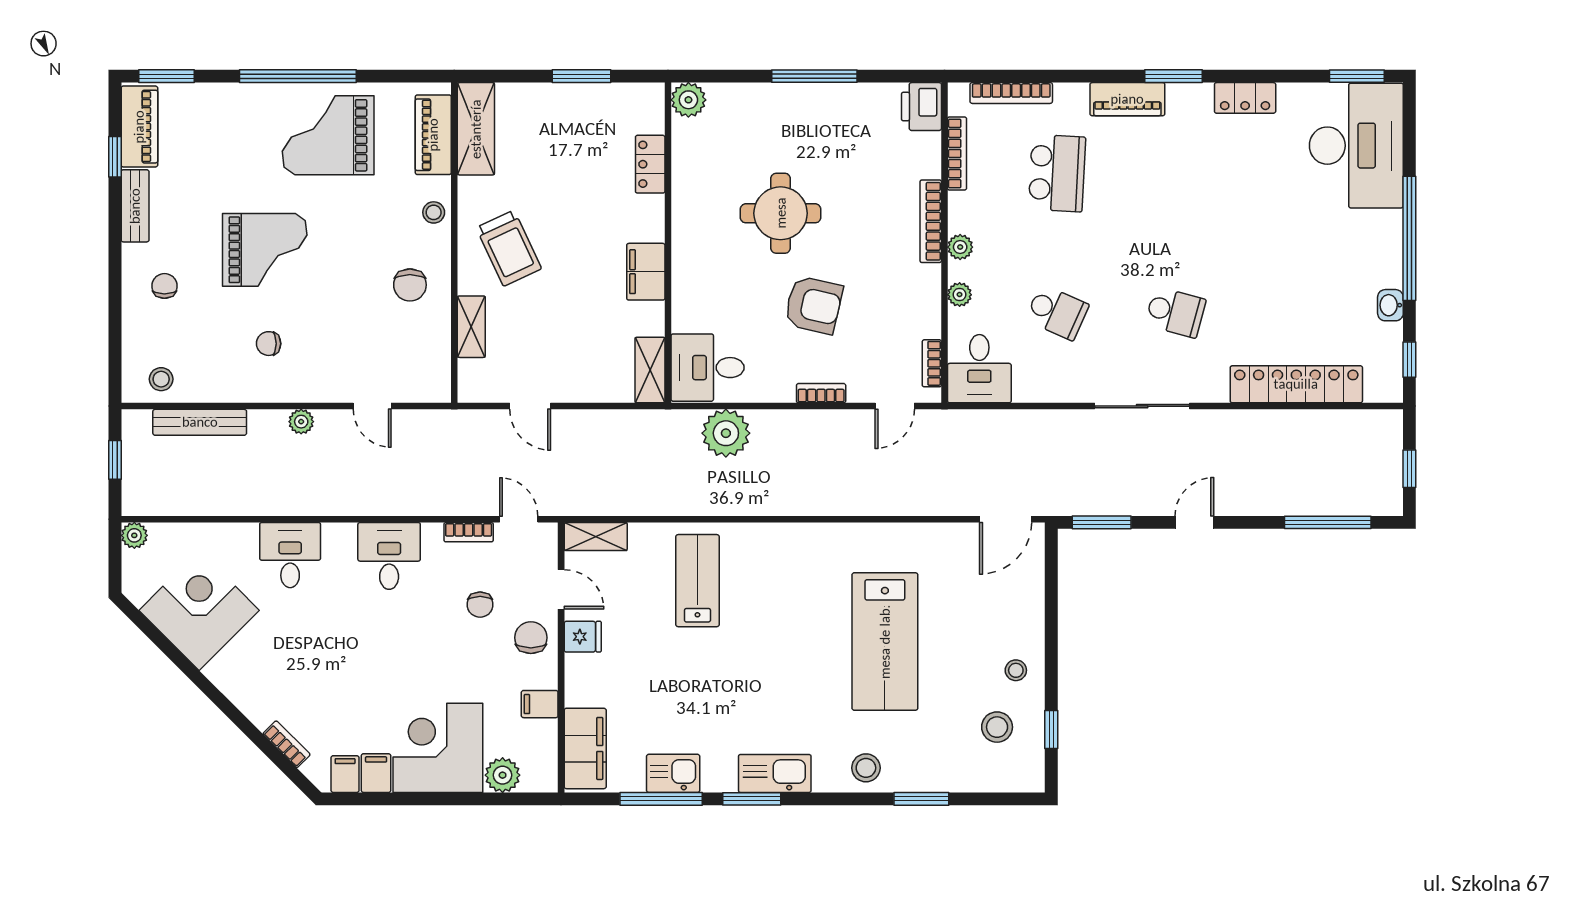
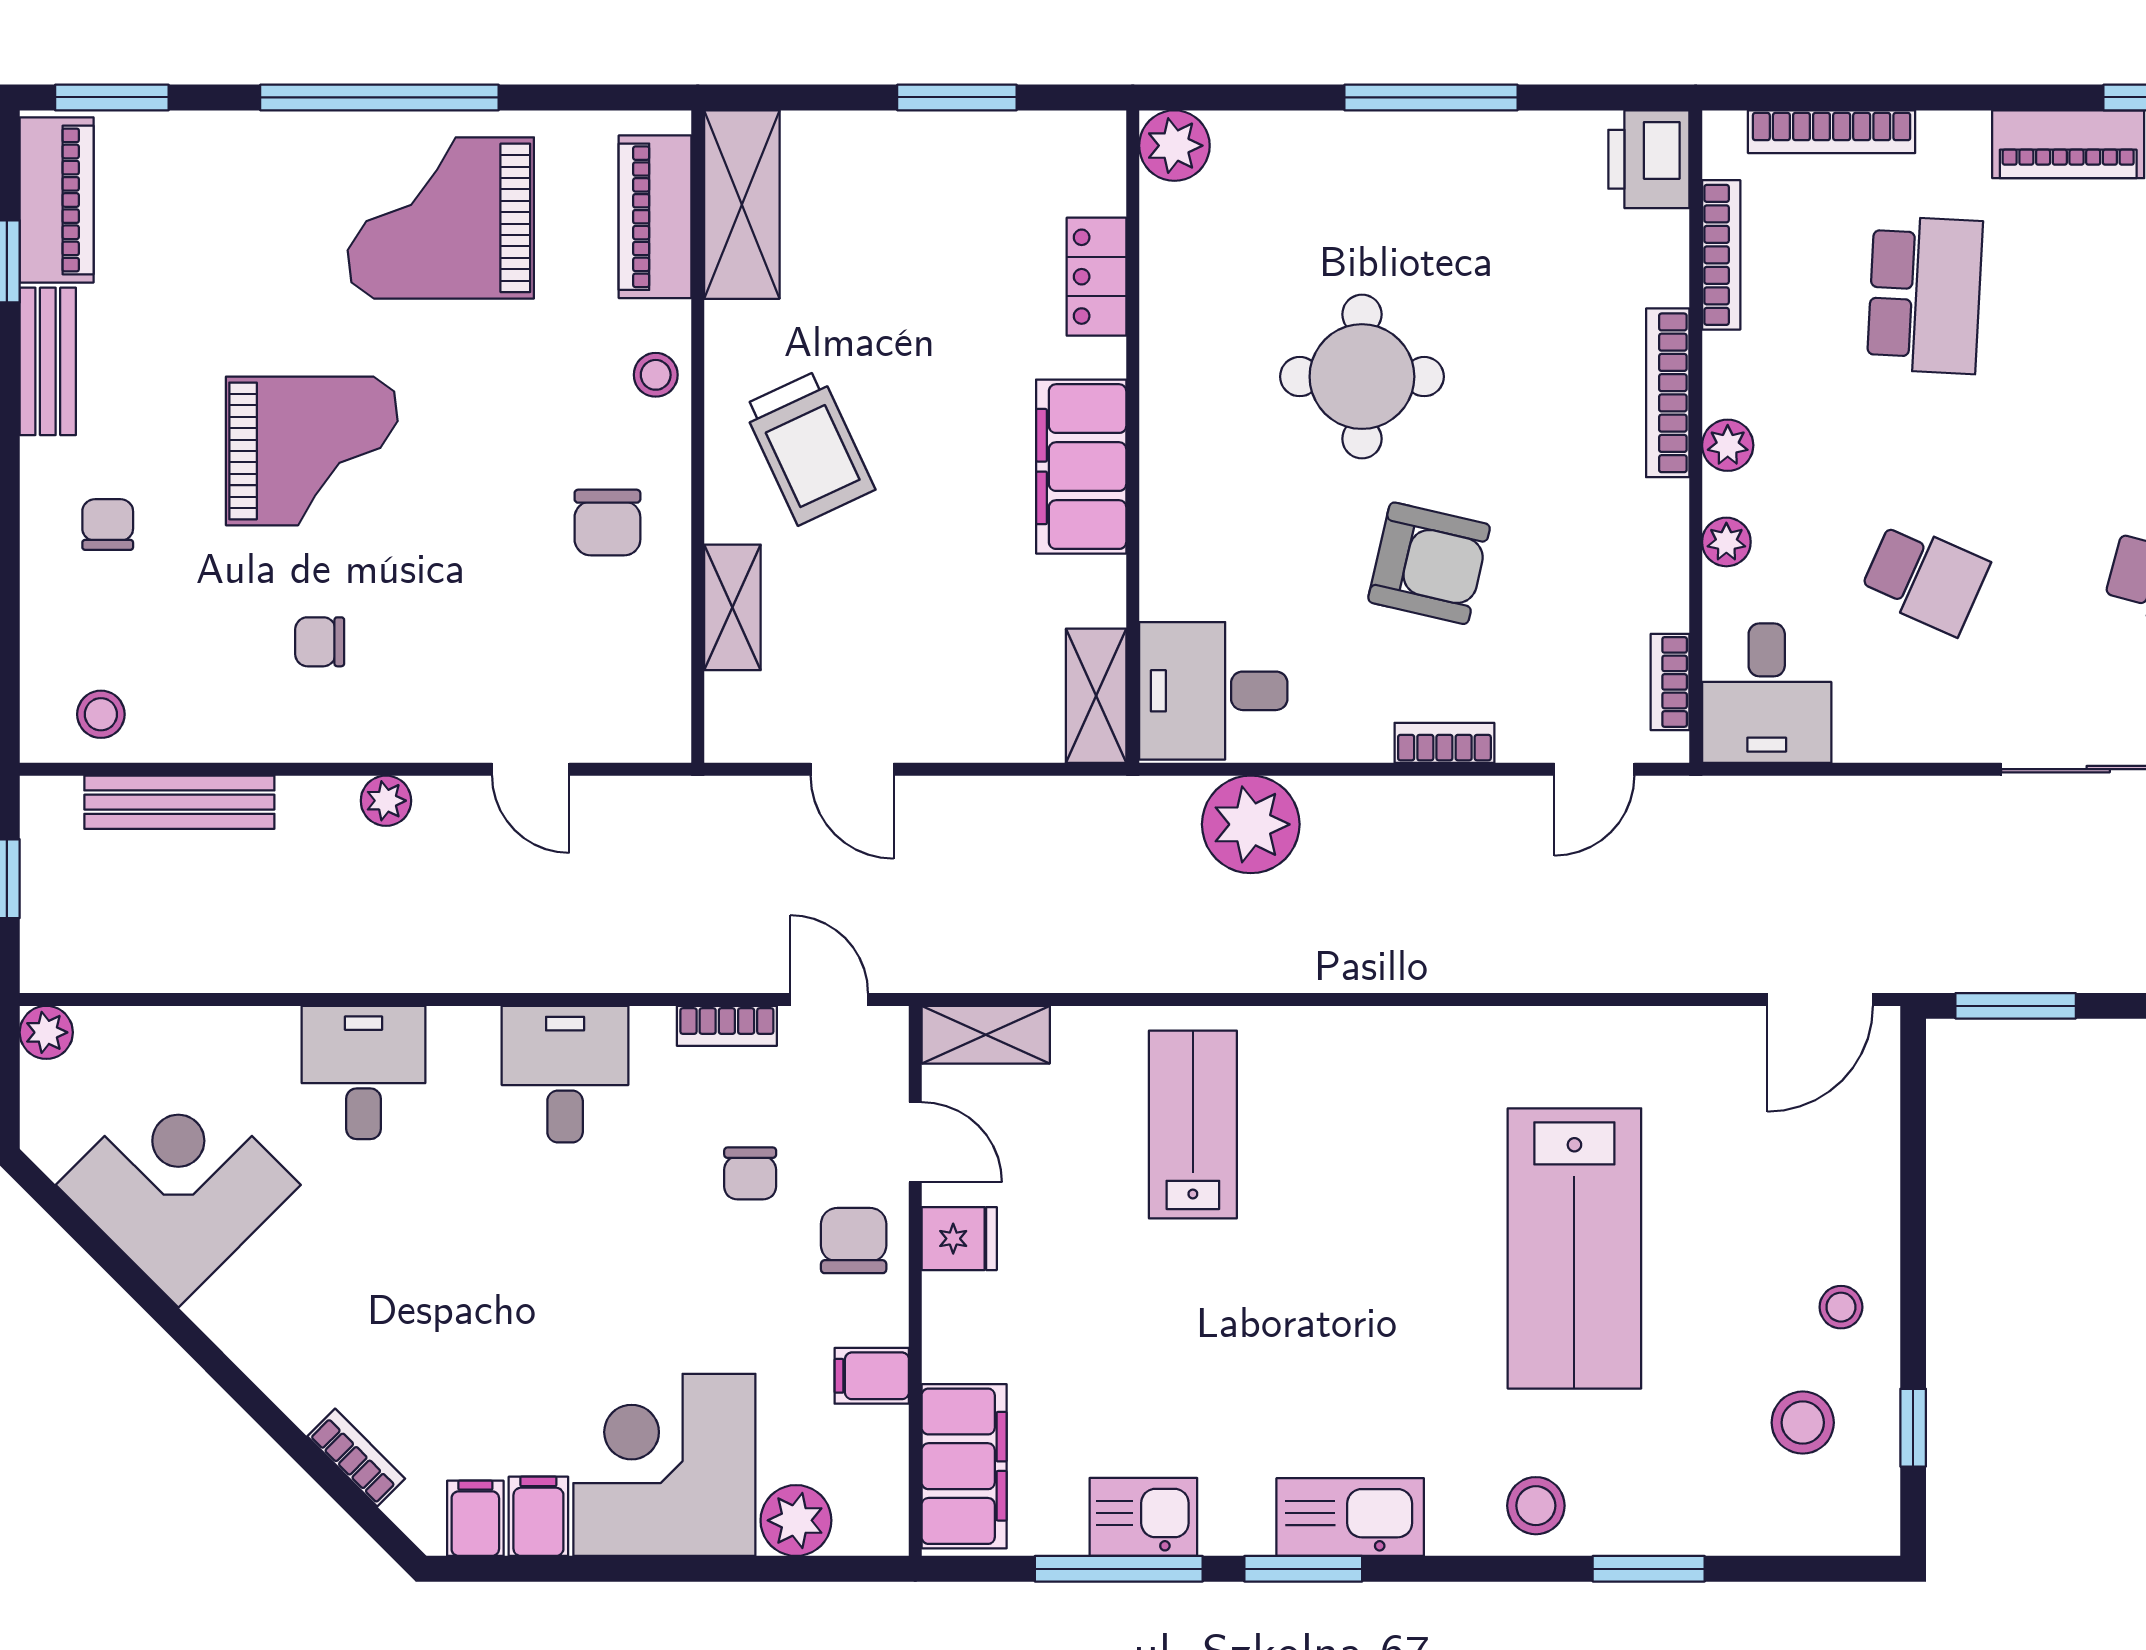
filing cabinet: (646, 272) -> (1081, 467), width x1.50, depth x1.17

